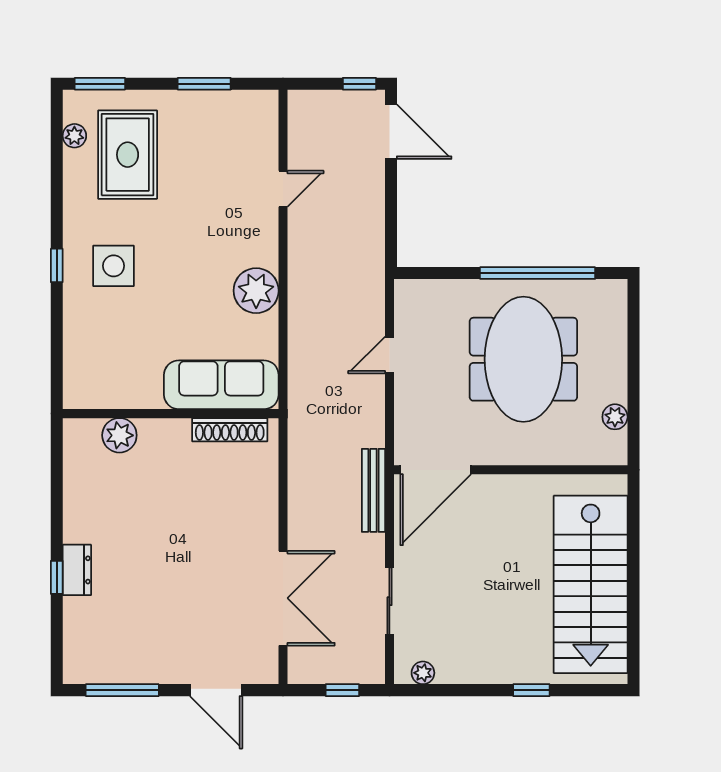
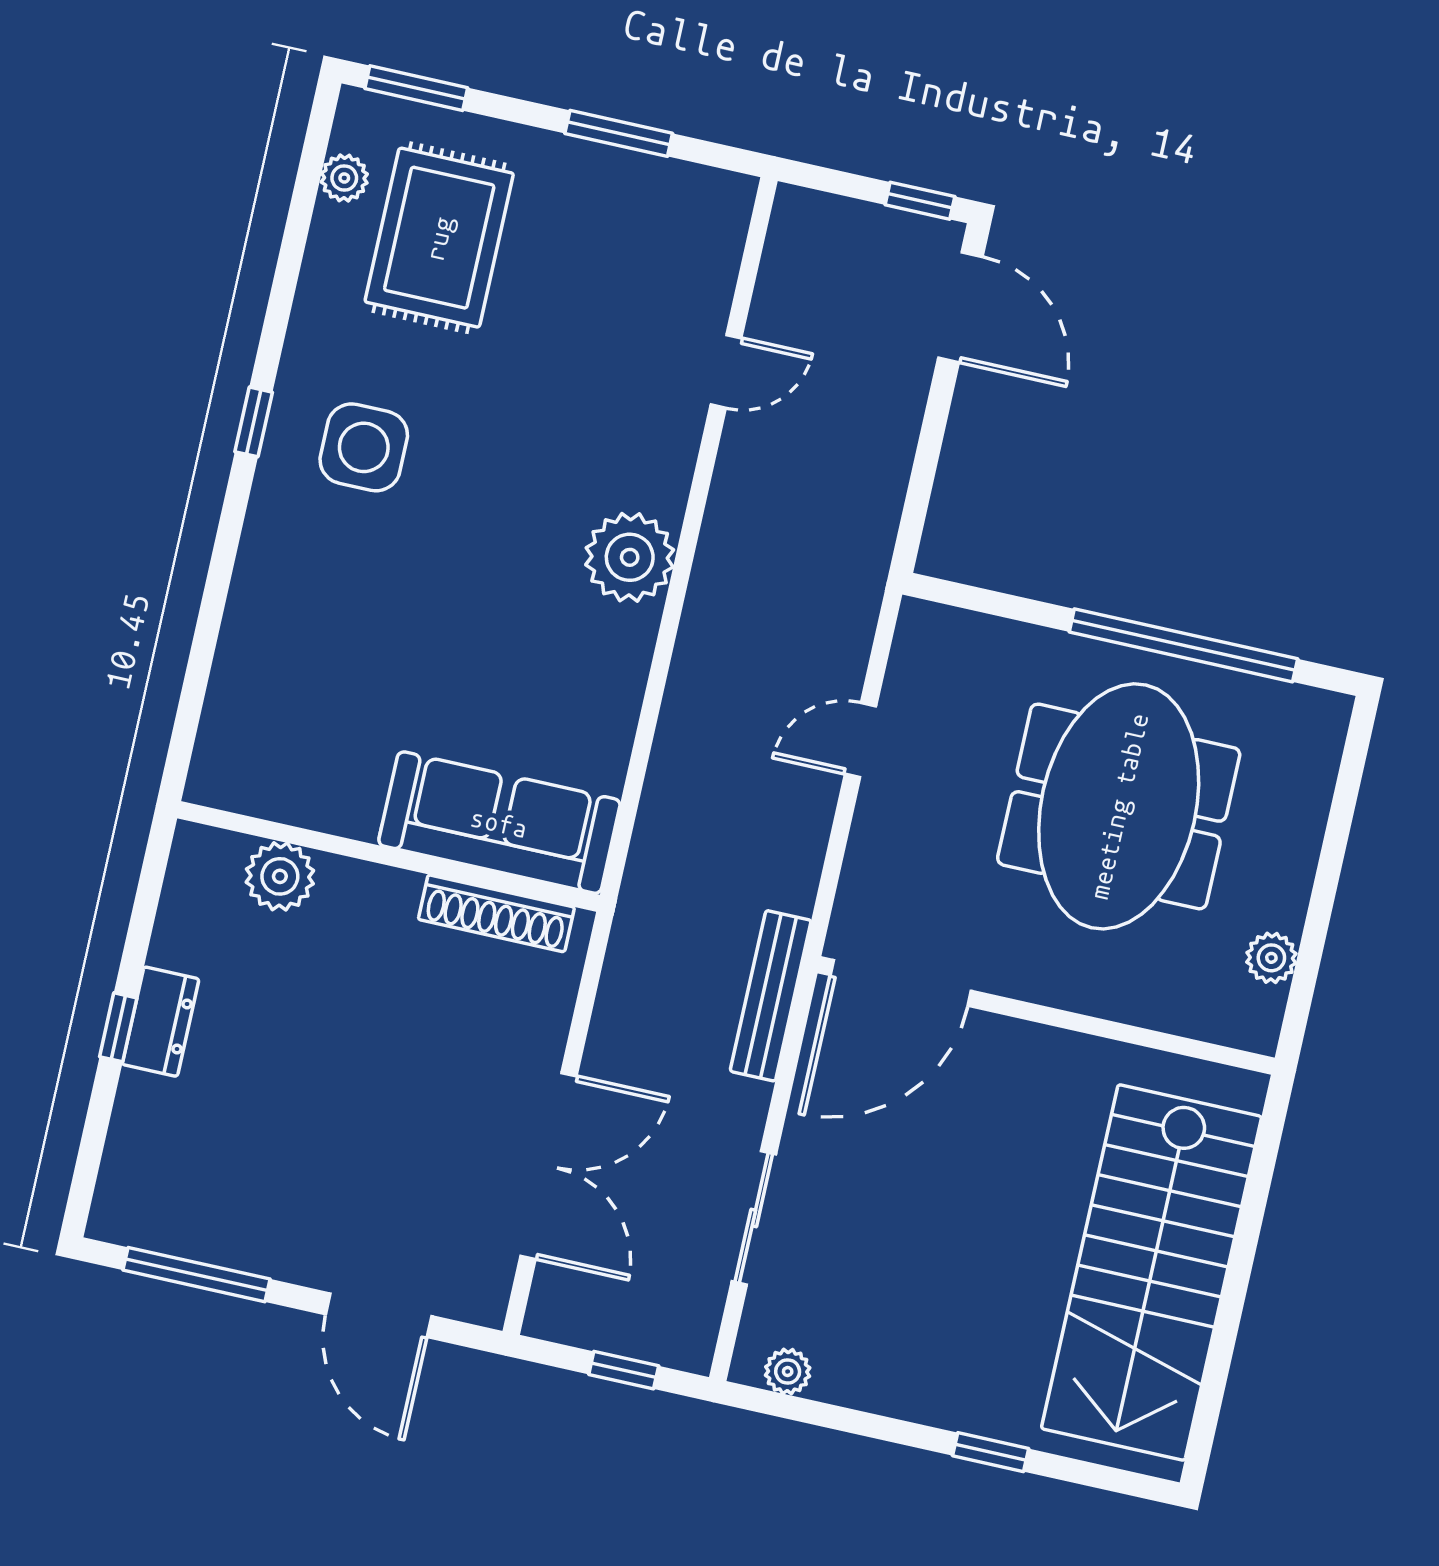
sofa: (221, 385) -> (499, 823), moved
wall: (171, 414) -> (389, 856), moved
shoe rack: (230, 430) -> (496, 913), moved
plant: (119, 435) -> (280, 876), moved

